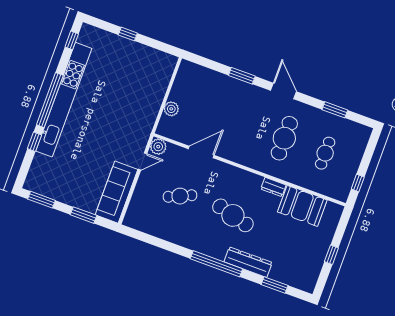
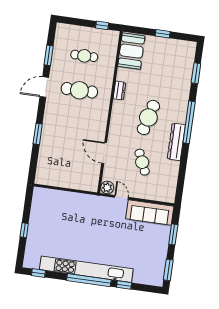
door: (284, 91) -> (44, 87), moved
plant: (171, 109) -> (75, 184), removed
booth: (302, 206) -> (131, 51), moved
dresser: (248, 262) -> (176, 142), moved

